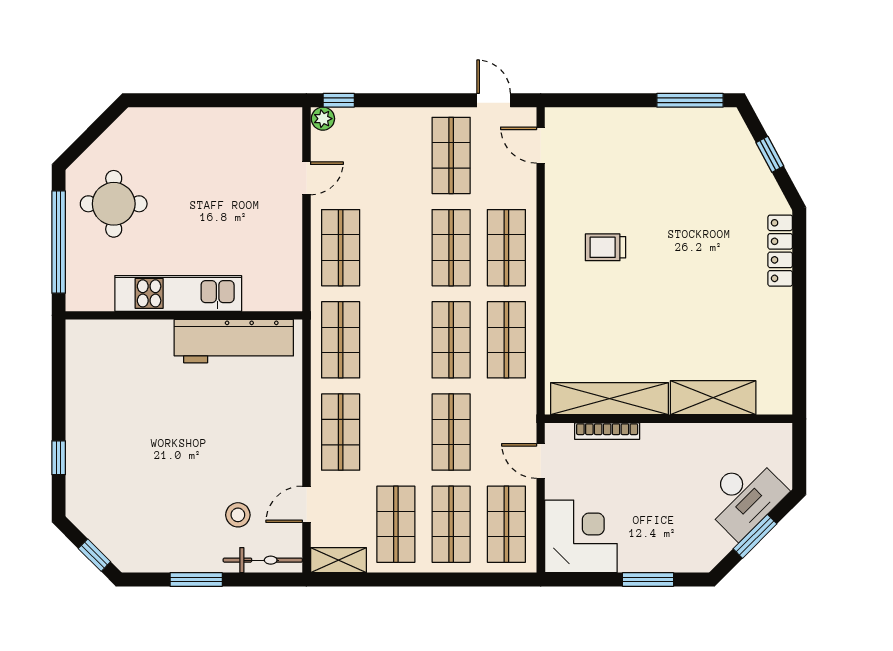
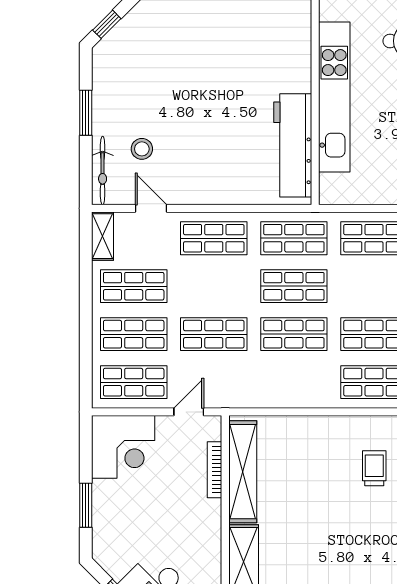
kitchen unit: (178, 293) -> (334, 97), width x1.36
shop shelf: (506, 340) -> (294, 286), moved

